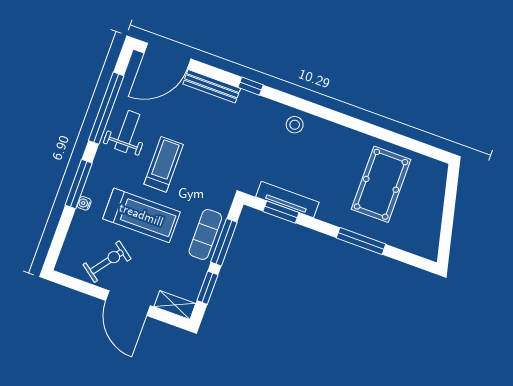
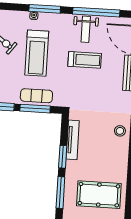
weight bench: (127, 132) -> (86, 29), turned 90
treadmill: (164, 164) -> (85, 60), moved
window: (281, 212) -> (63, 157), moved

